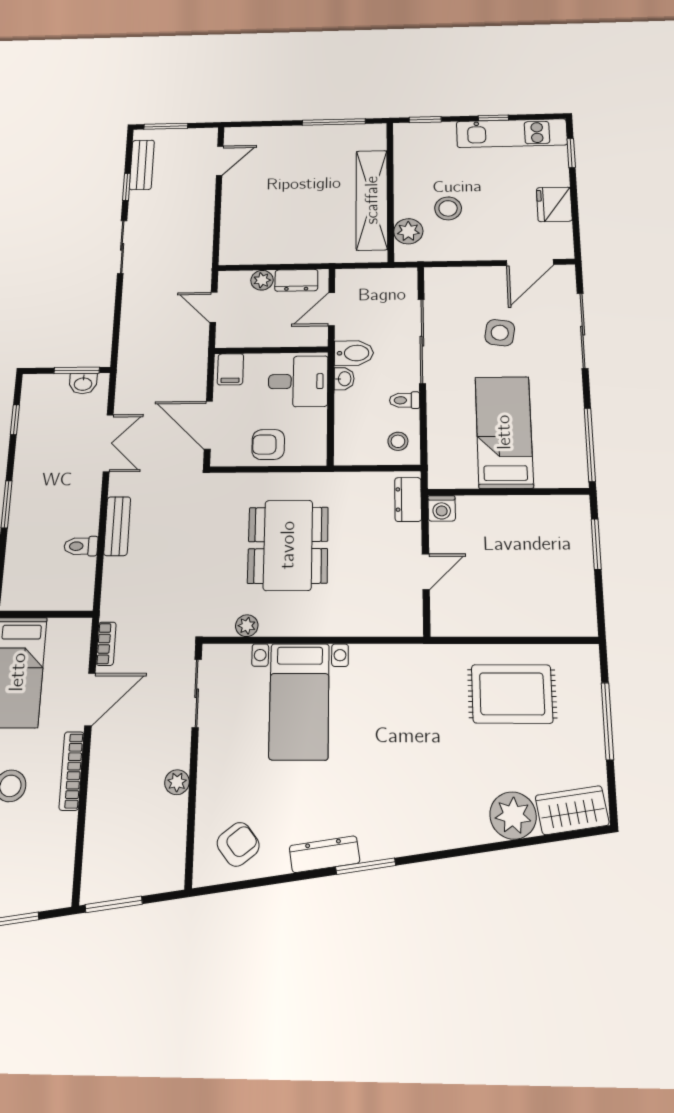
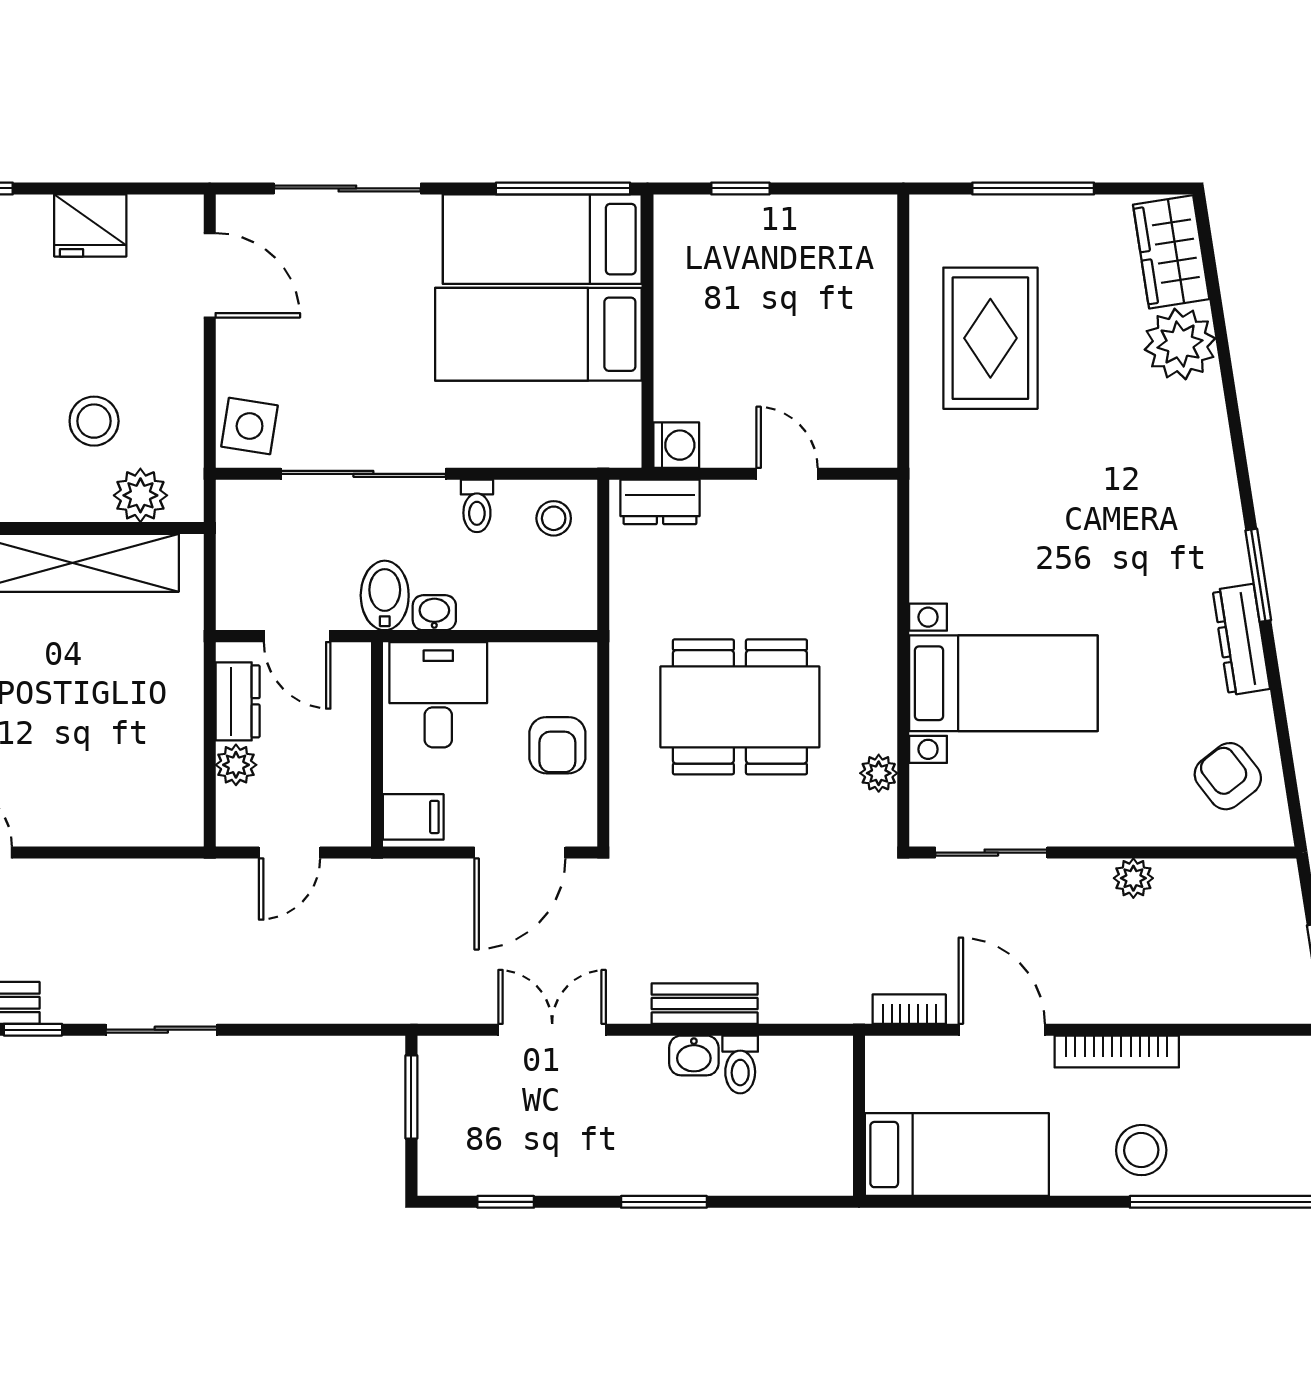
side table: (500, 333) -> (250, 426), moved
washbasin: (83, 384) -> (694, 1055), moved, turned 90
bed: (559, 434) -> (542, 239), added
window: (596, 544) -> (740, 188), width x0.67

